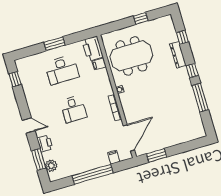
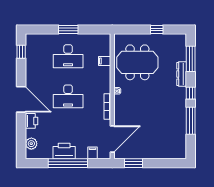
window: (182, 37) -> (191, 59), width x2.17
printer: (93, 49) -> (64, 151), moved, turned 90
desk: (73, 109) -> (68, 96), width x1.37
door: (29, 125) -> (21, 99), width x1.88
window: (39, 159) -> (21, 134), removed

